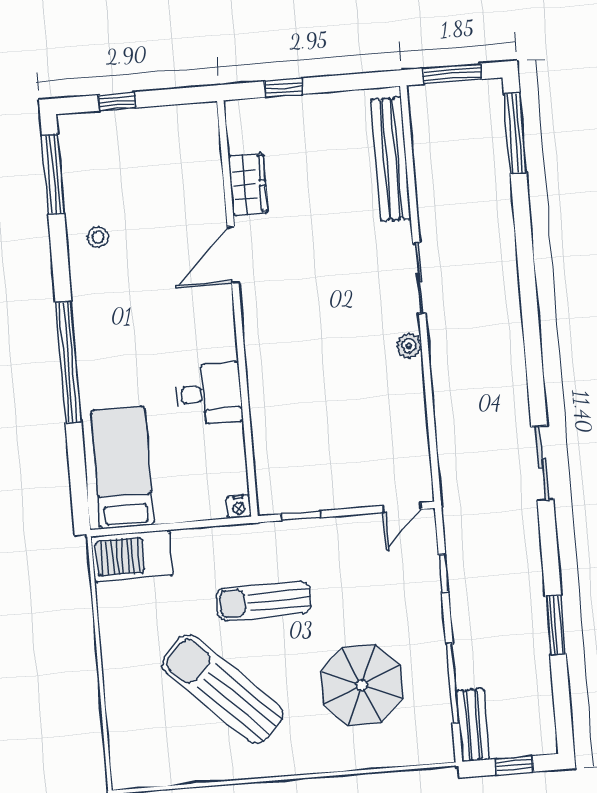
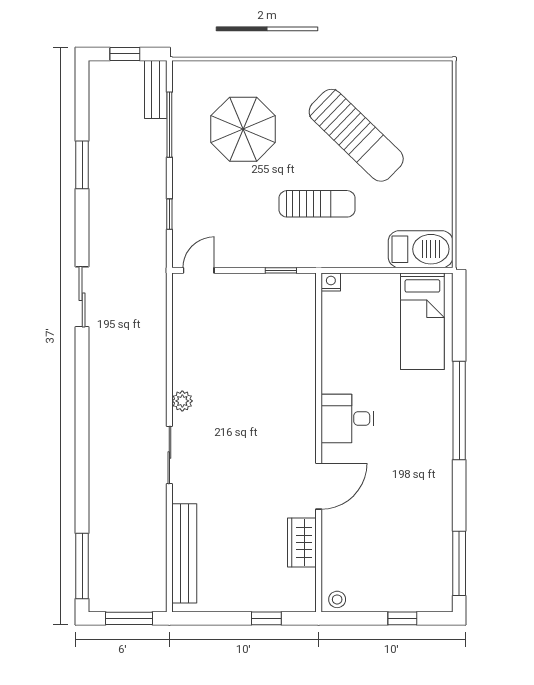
stool: (98, 237) -> (337, 599), moved
desk: (209, 394) -> (348, 419), moved

